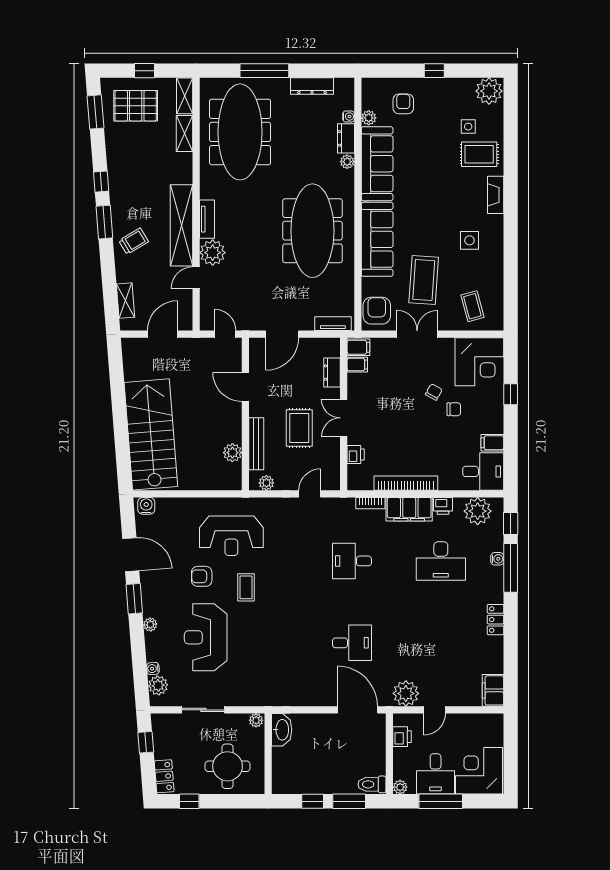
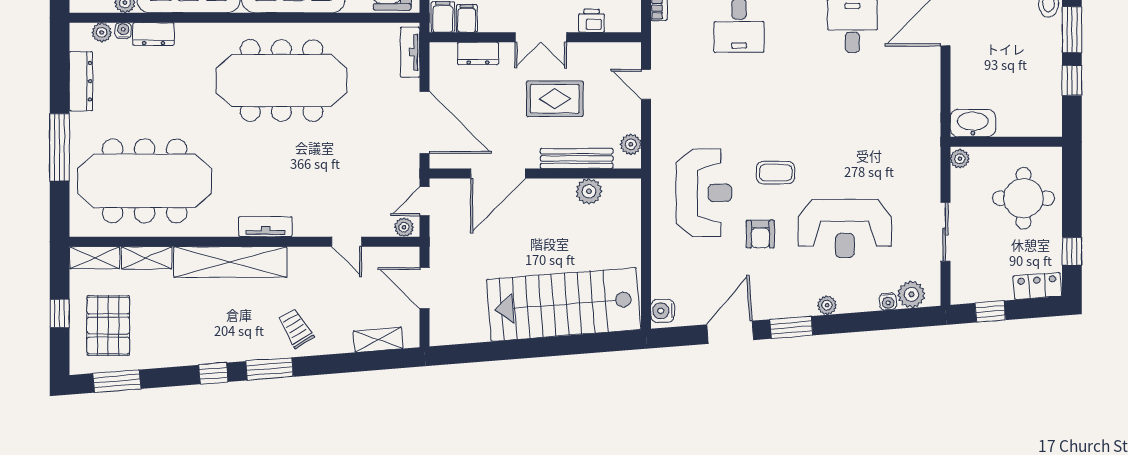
plant: (347, 162) -> (102, 32), moved
shelving: (182, 225) -> (230, 262), moved
plant: (213, 253) -> (404, 227), moved, width x0.53, depth x0.53
door: (282, 334) -> (425, 122), width x1.36
door: (245, 387) -> (498, 173), width x1.36

